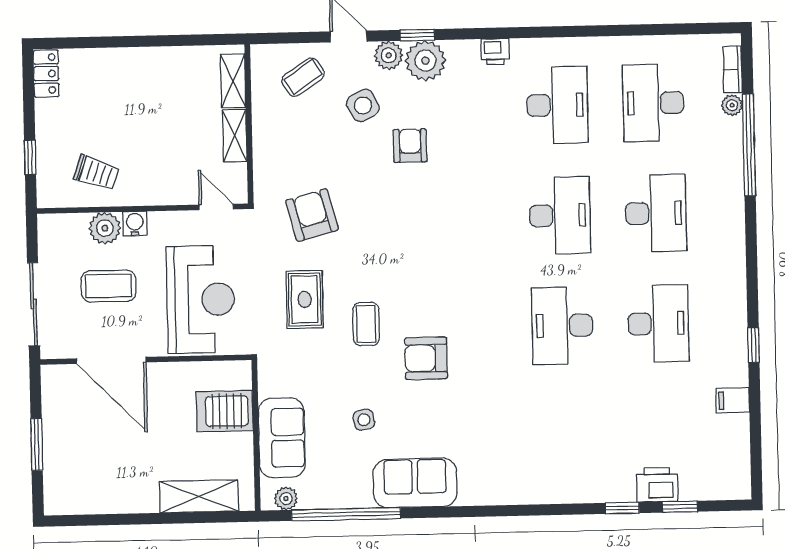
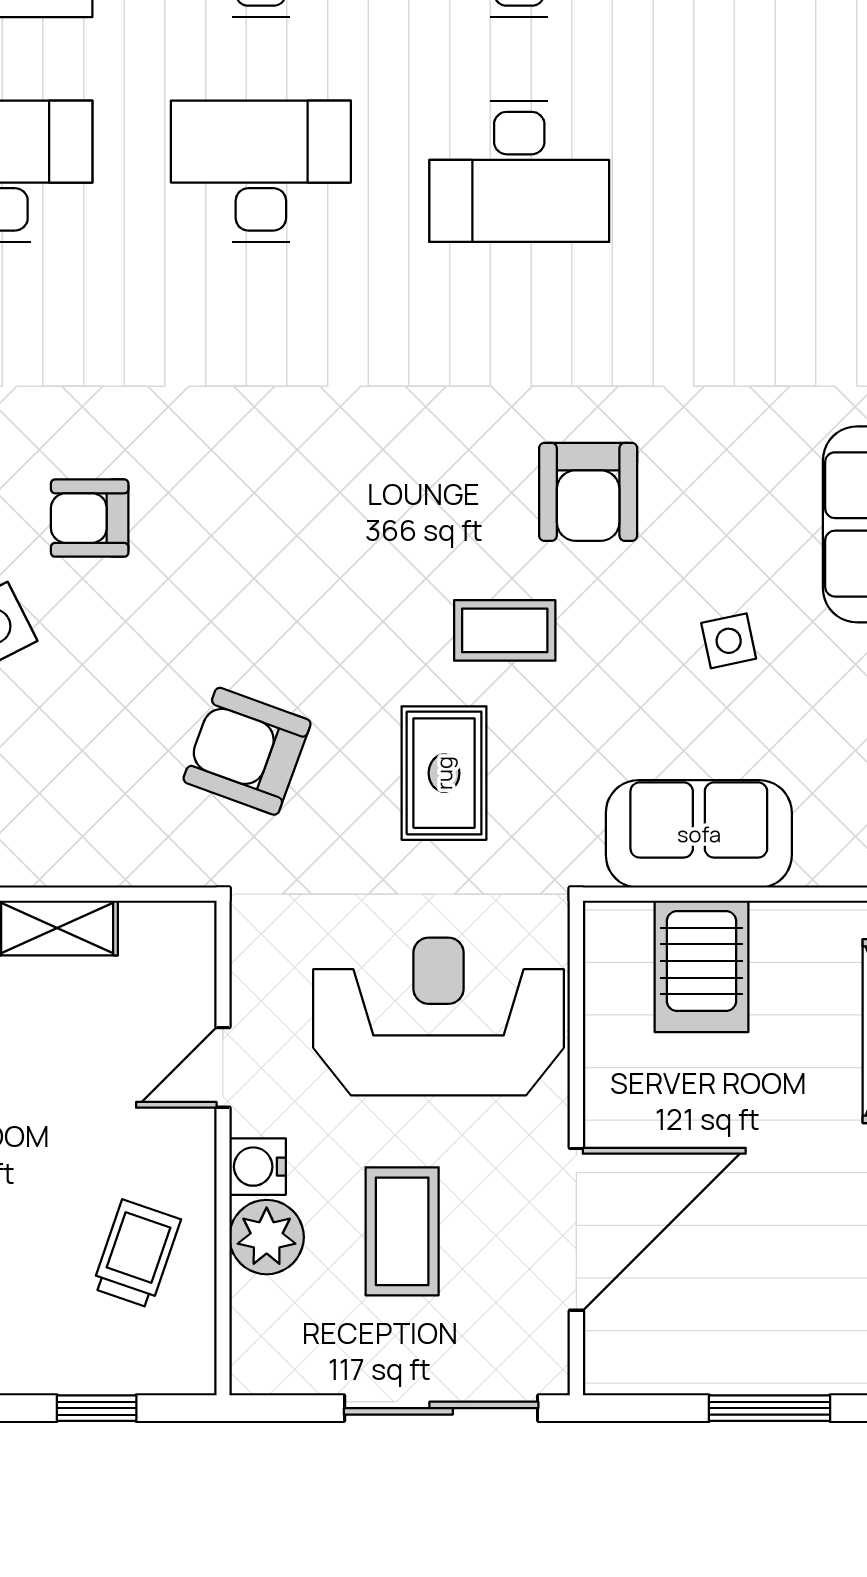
door: (216, 207) -> (223, 1067), moved
armchair: (312, 215) -> (247, 751), turned 35
rug: (305, 299) -> (444, 773), turned 90
sofa: (282, 438) -> (699, 834), moved

